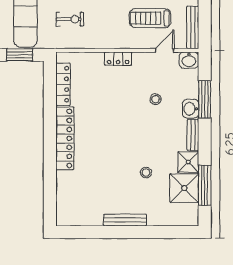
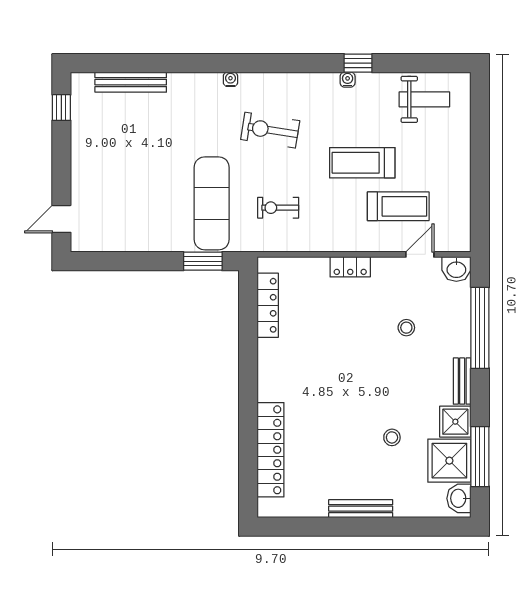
treadmill: (150, 18) -> (398, 206), turned 180
exercise bike: (70, 19) -> (278, 208), turned 180
bench: (193, 27) -> (462, 220), removed
window: (205, 99) -> (480, 328), width x1.46
washbasin: (191, 109) -> (459, 498), moved
locker: (65, 138) -> (271, 450), moved

